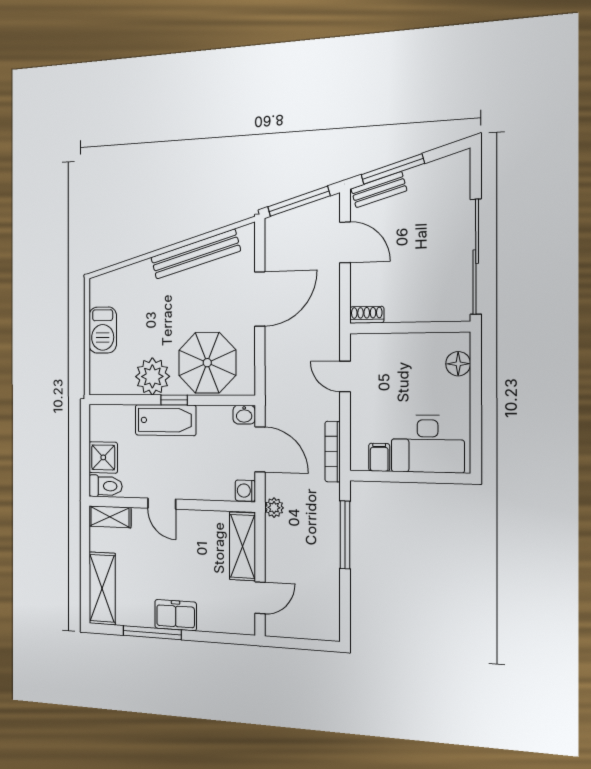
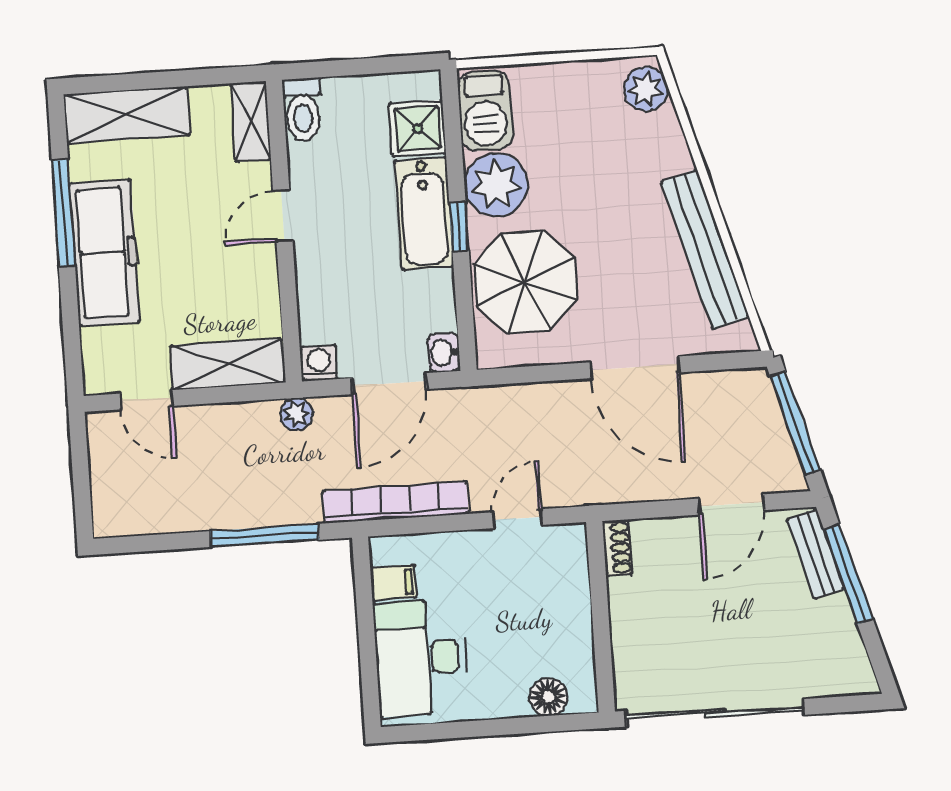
plant: (106, 286) -> (646, 89), added
barbecue: (103, 330) -> (485, 111), moved, turned -90
bookcase: (333, 452) -> (396, 502), width x1.48, depth x1.31
shower: (103, 457) -> (418, 129), moved
freezer: (176, 615) -> (105, 253), width x1.91, depth x1.26

